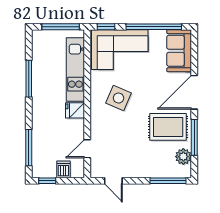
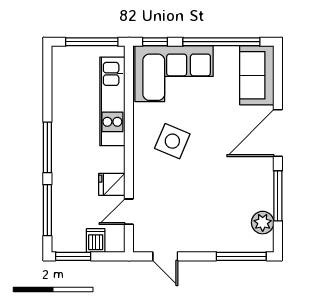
window: (29, 79) -> (47, 147), moved
fridge: (75, 110) -> (112, 184), moved
rug: (168, 127) -> (241, 181), removed
window: (47, 181) -> (73, 256), width x1.50

